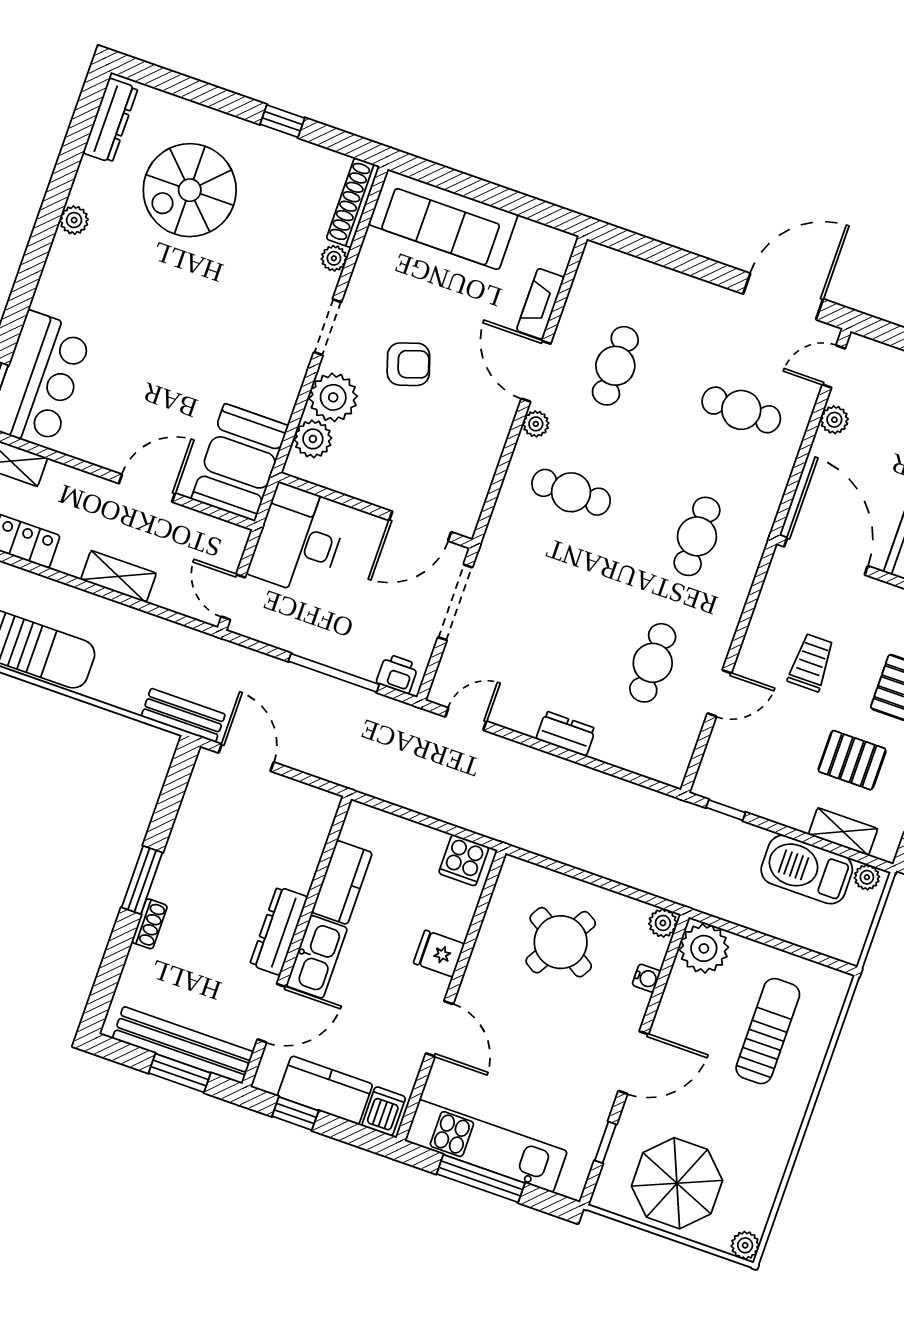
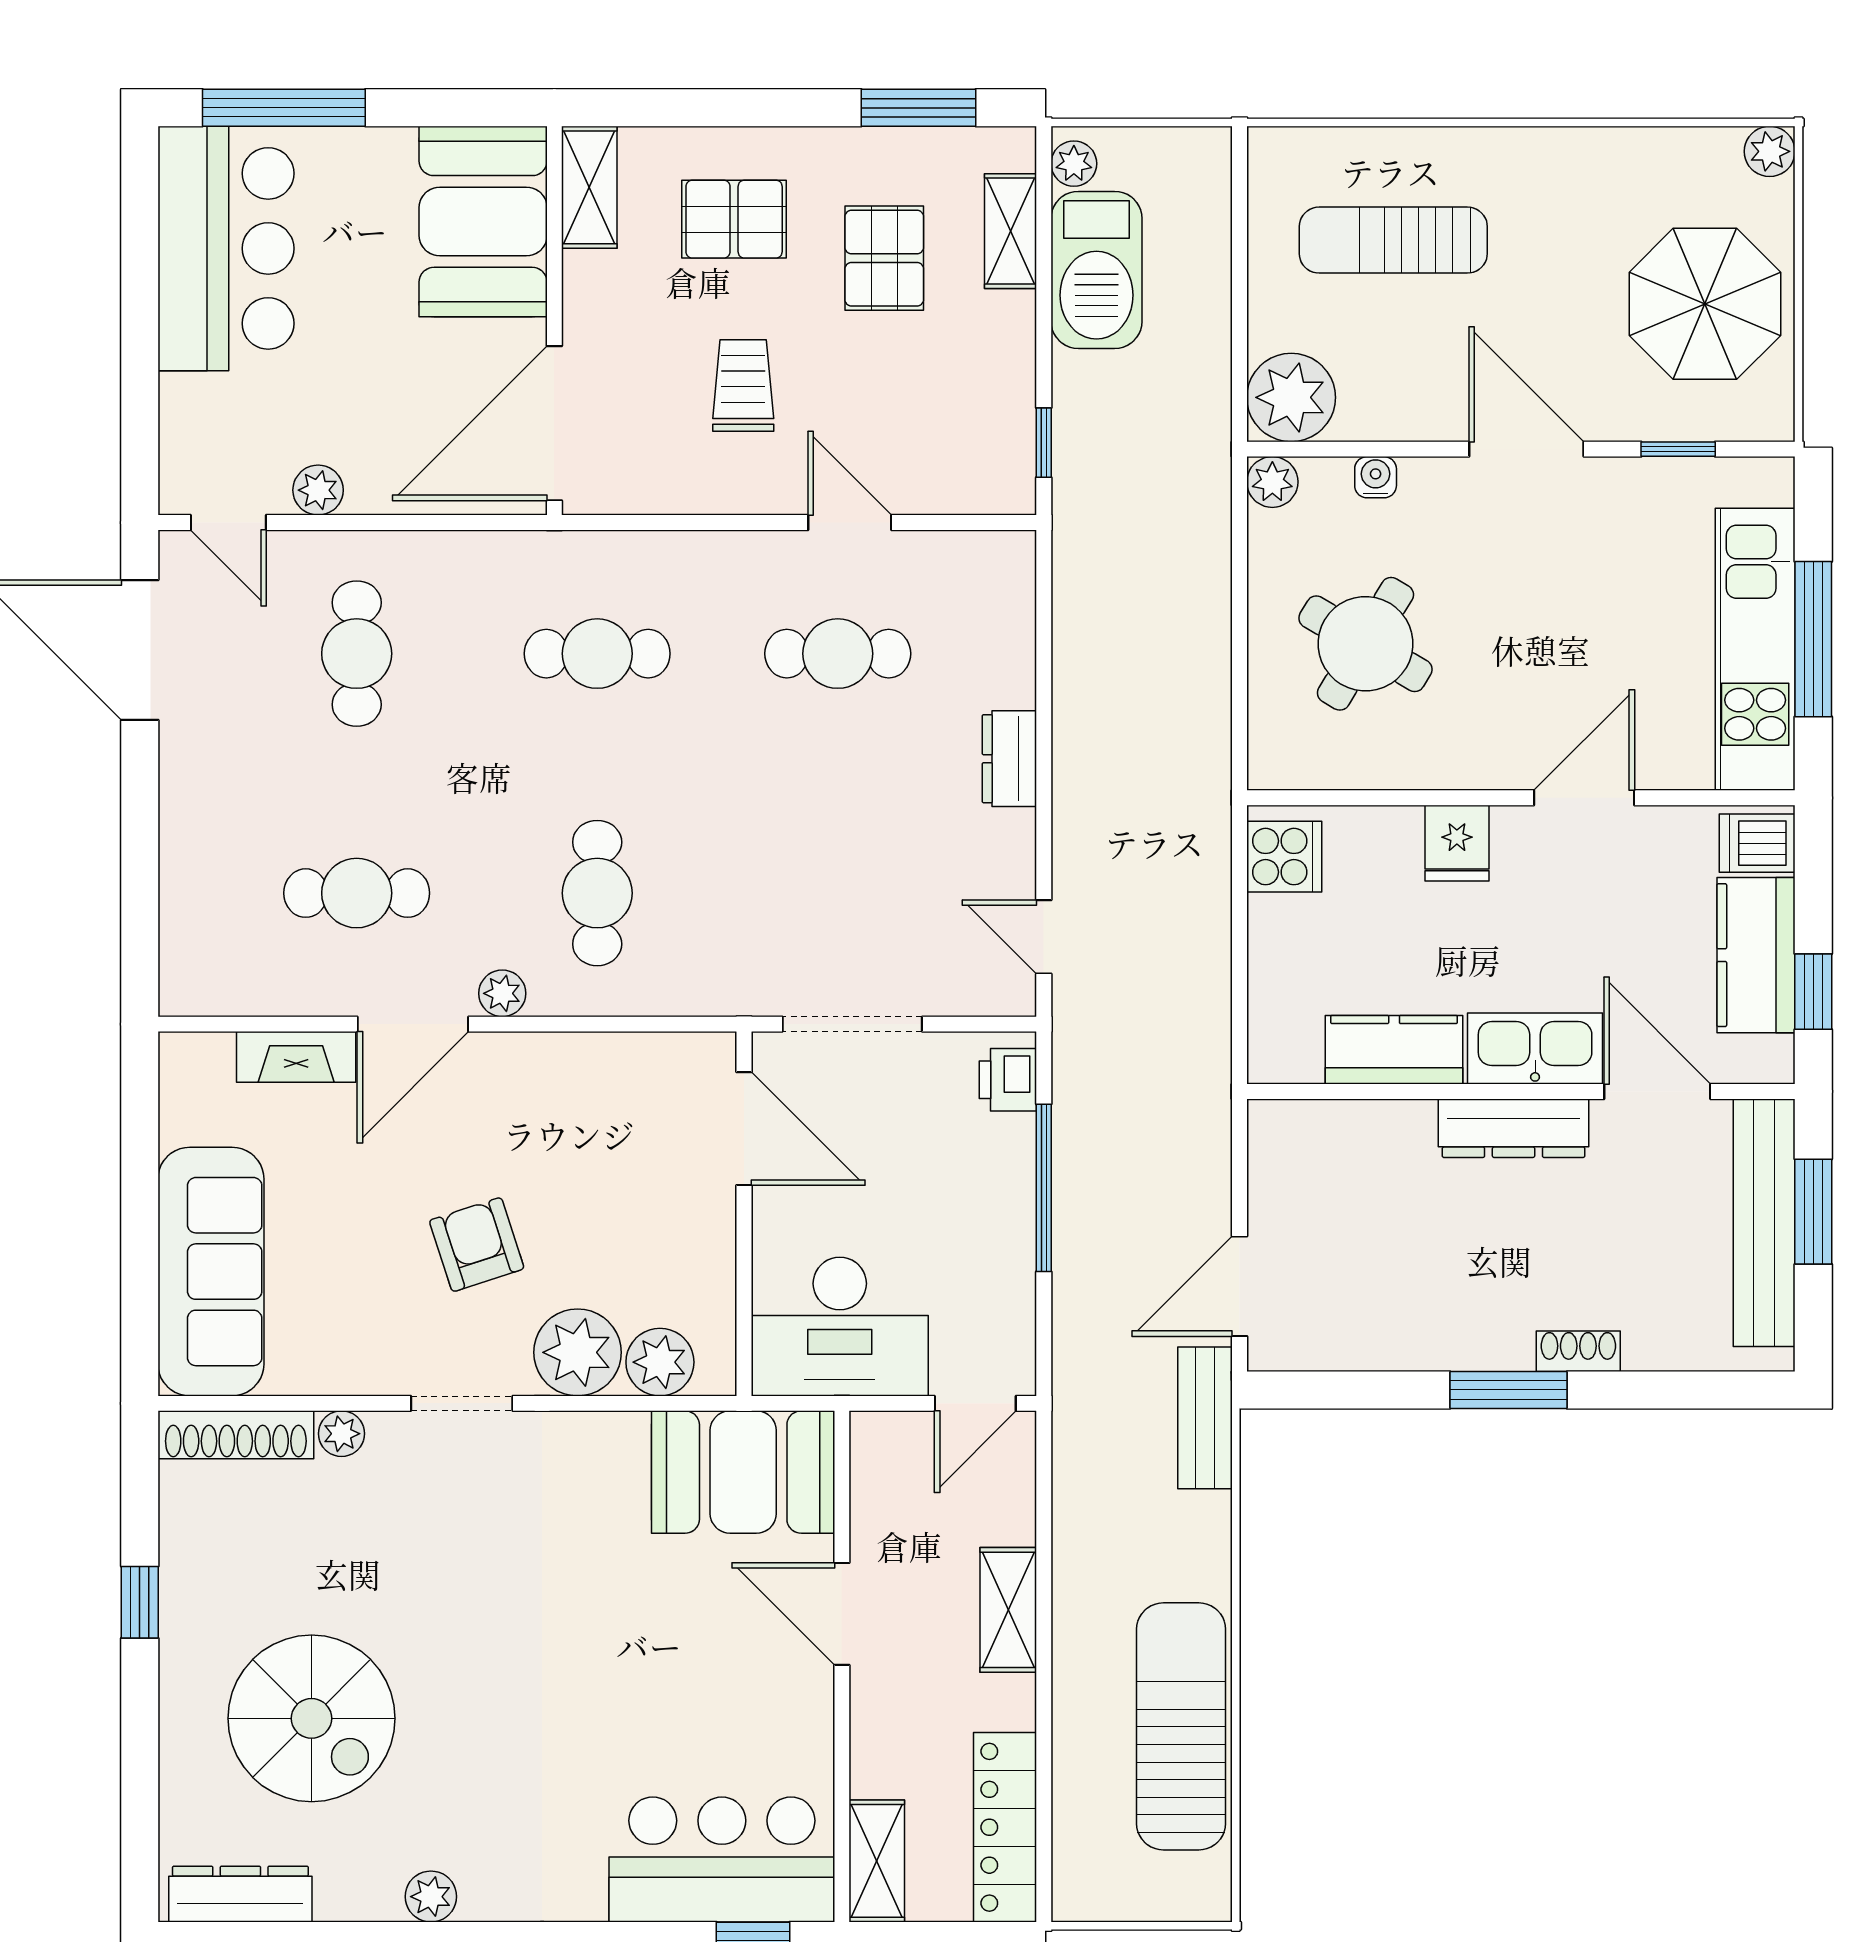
trolley: (811, 662) -> (743, 386), turned 90

